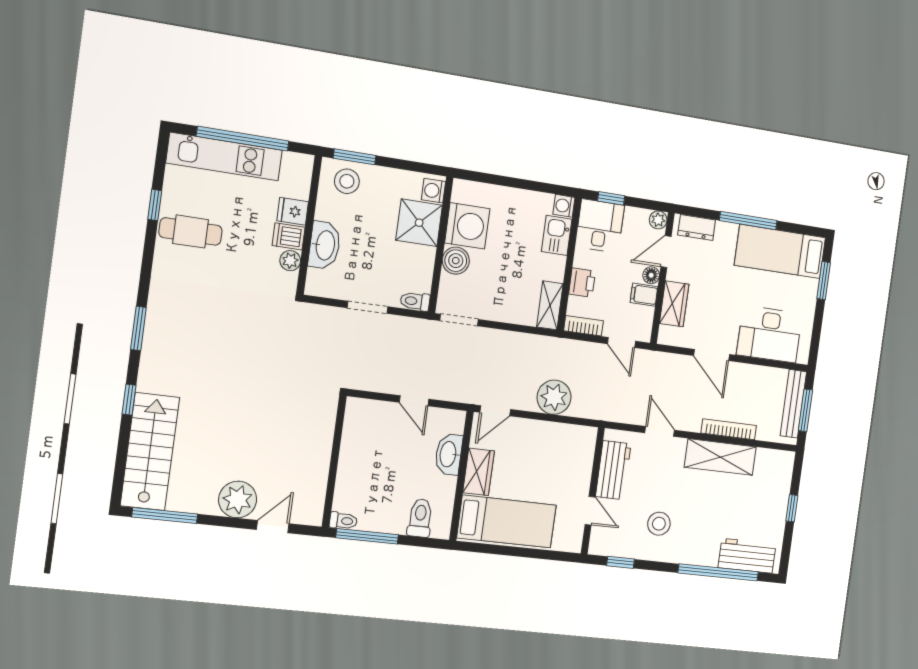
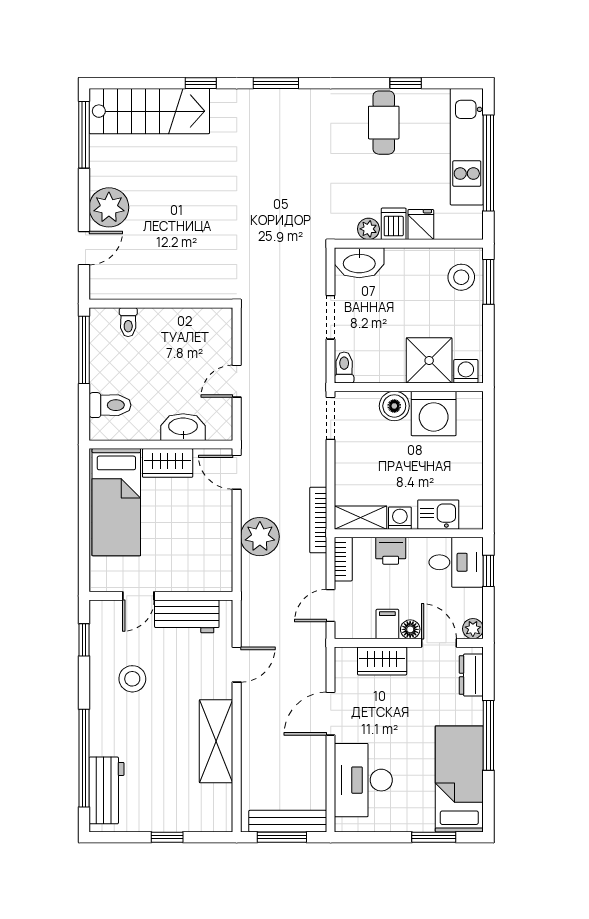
washing machine: (564, 206) -> (400, 518), moved
washbasin: (325, 245) -> (359, 263), moved
bookcase: (729, 429) -> (318, 520), moved, turned 180
toilet: (343, 521) -> (128, 322), moved
door: (273, 527) -> (84, 248), hinge flipped

